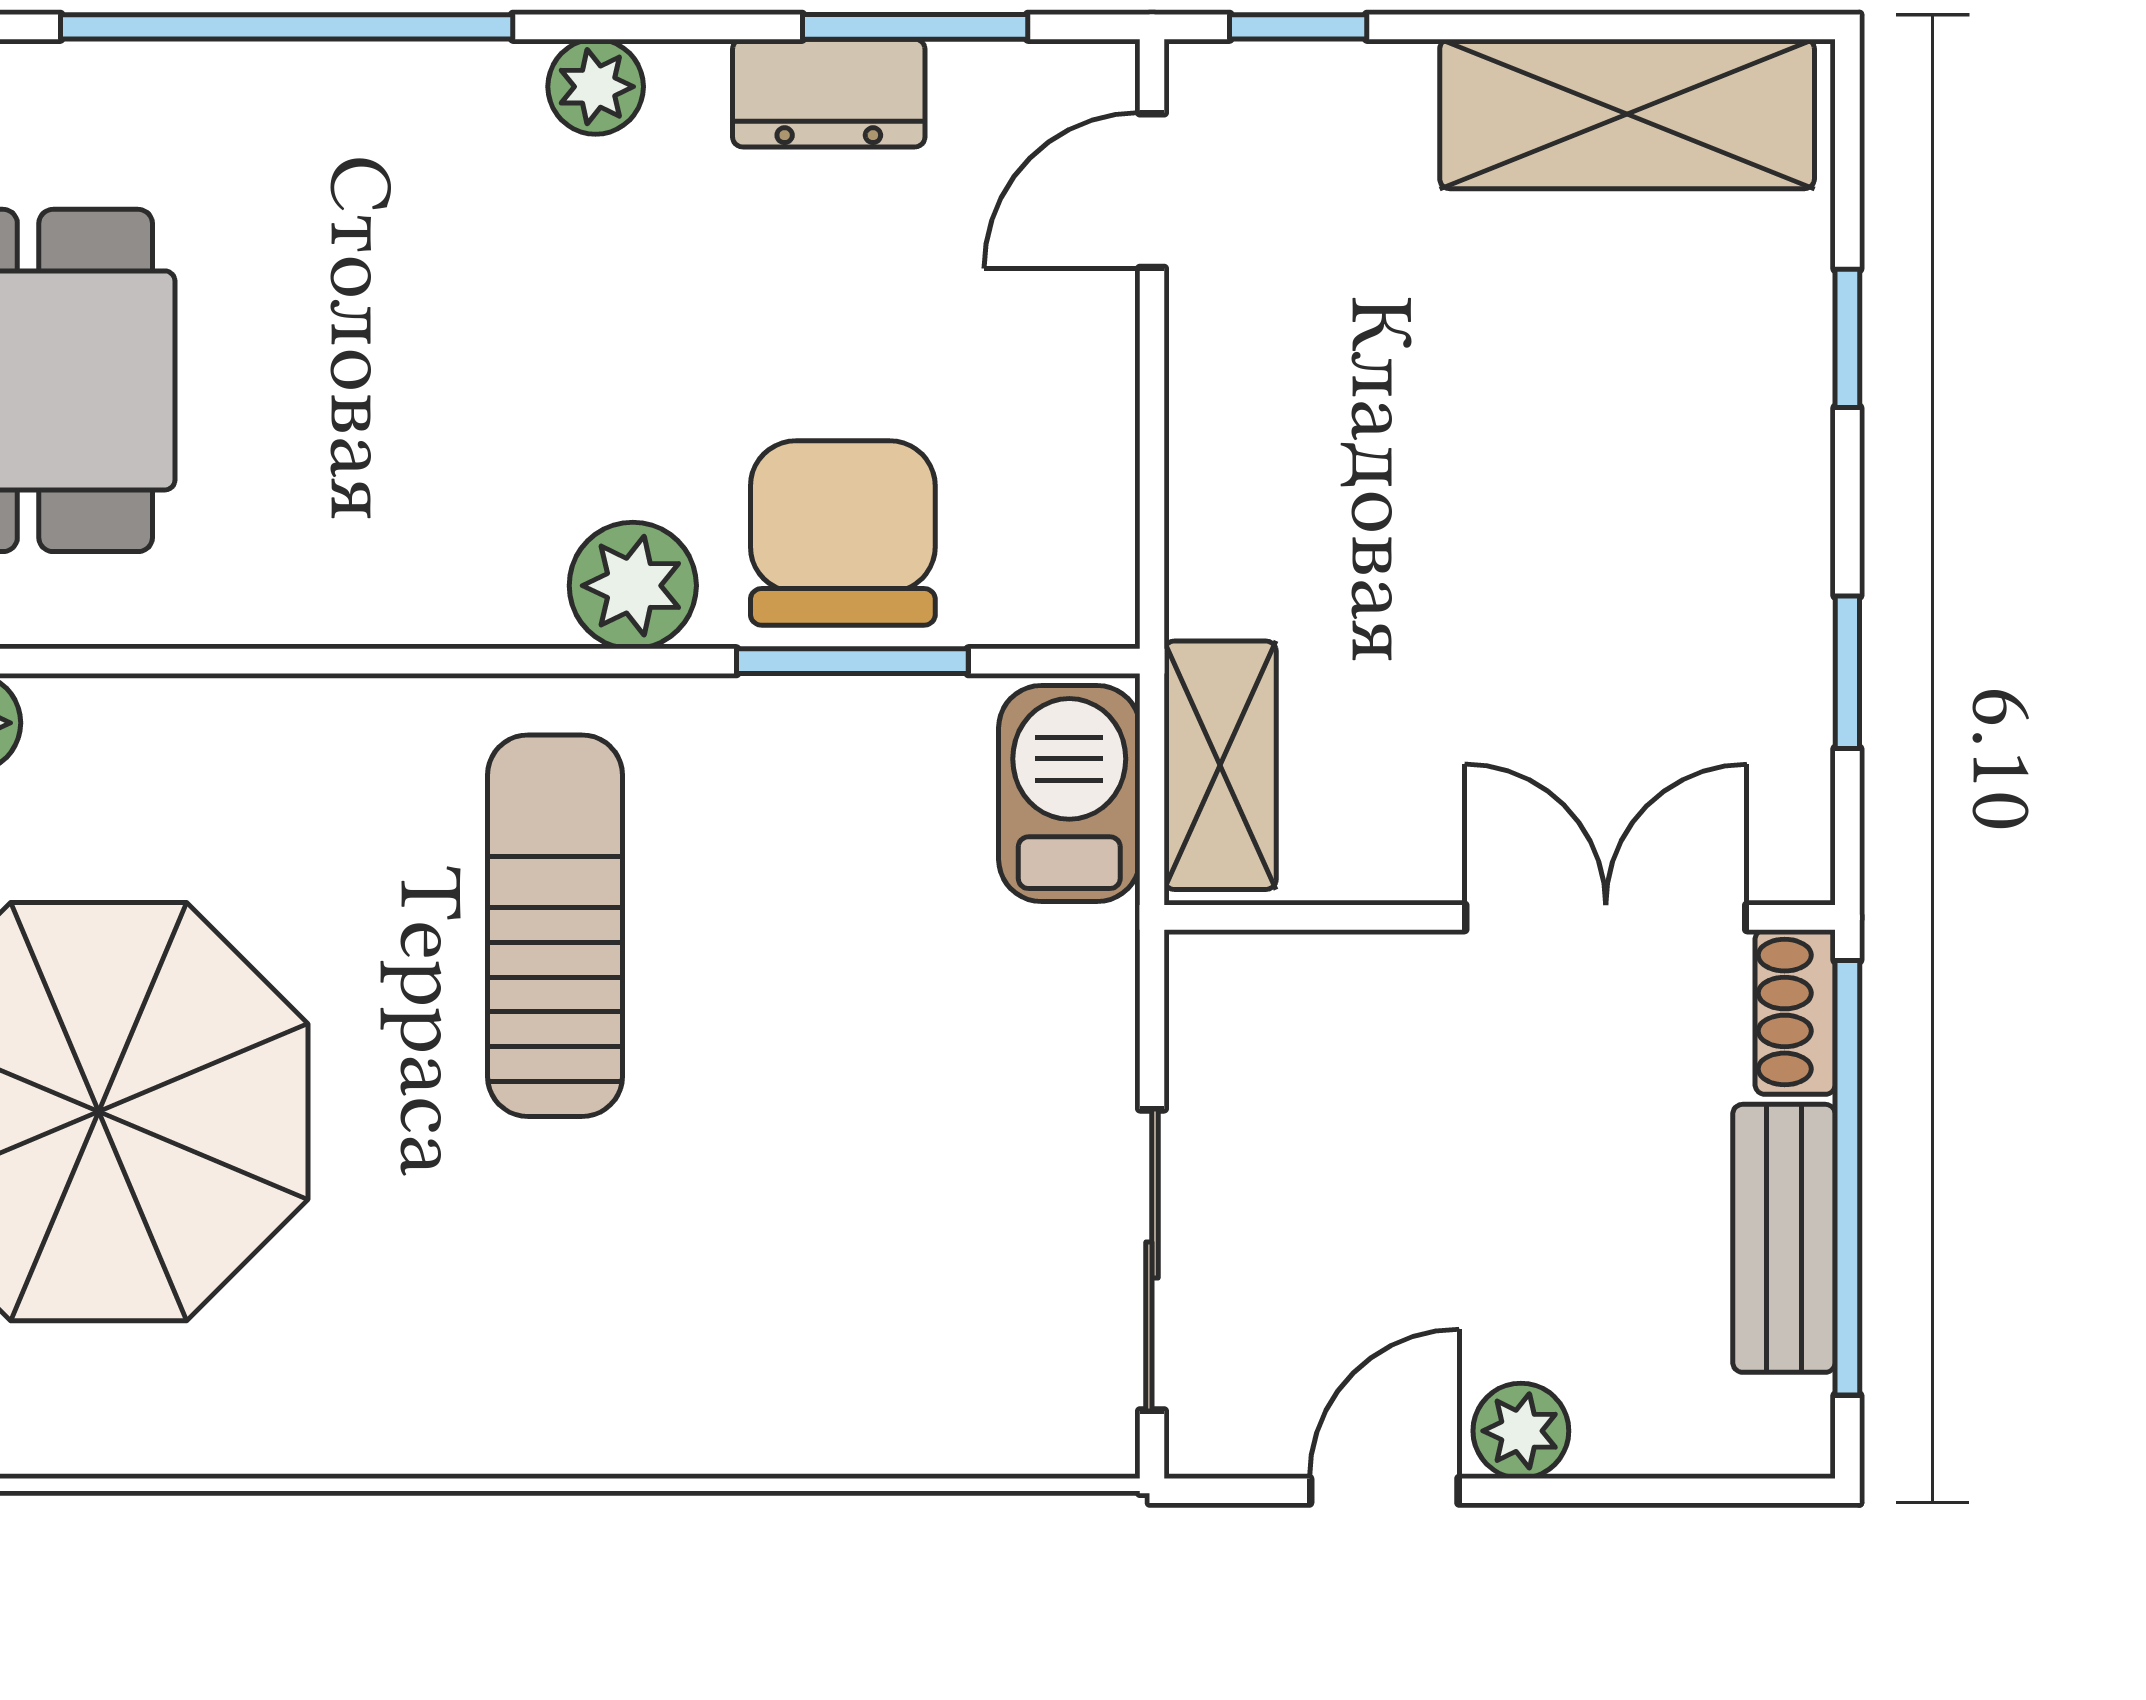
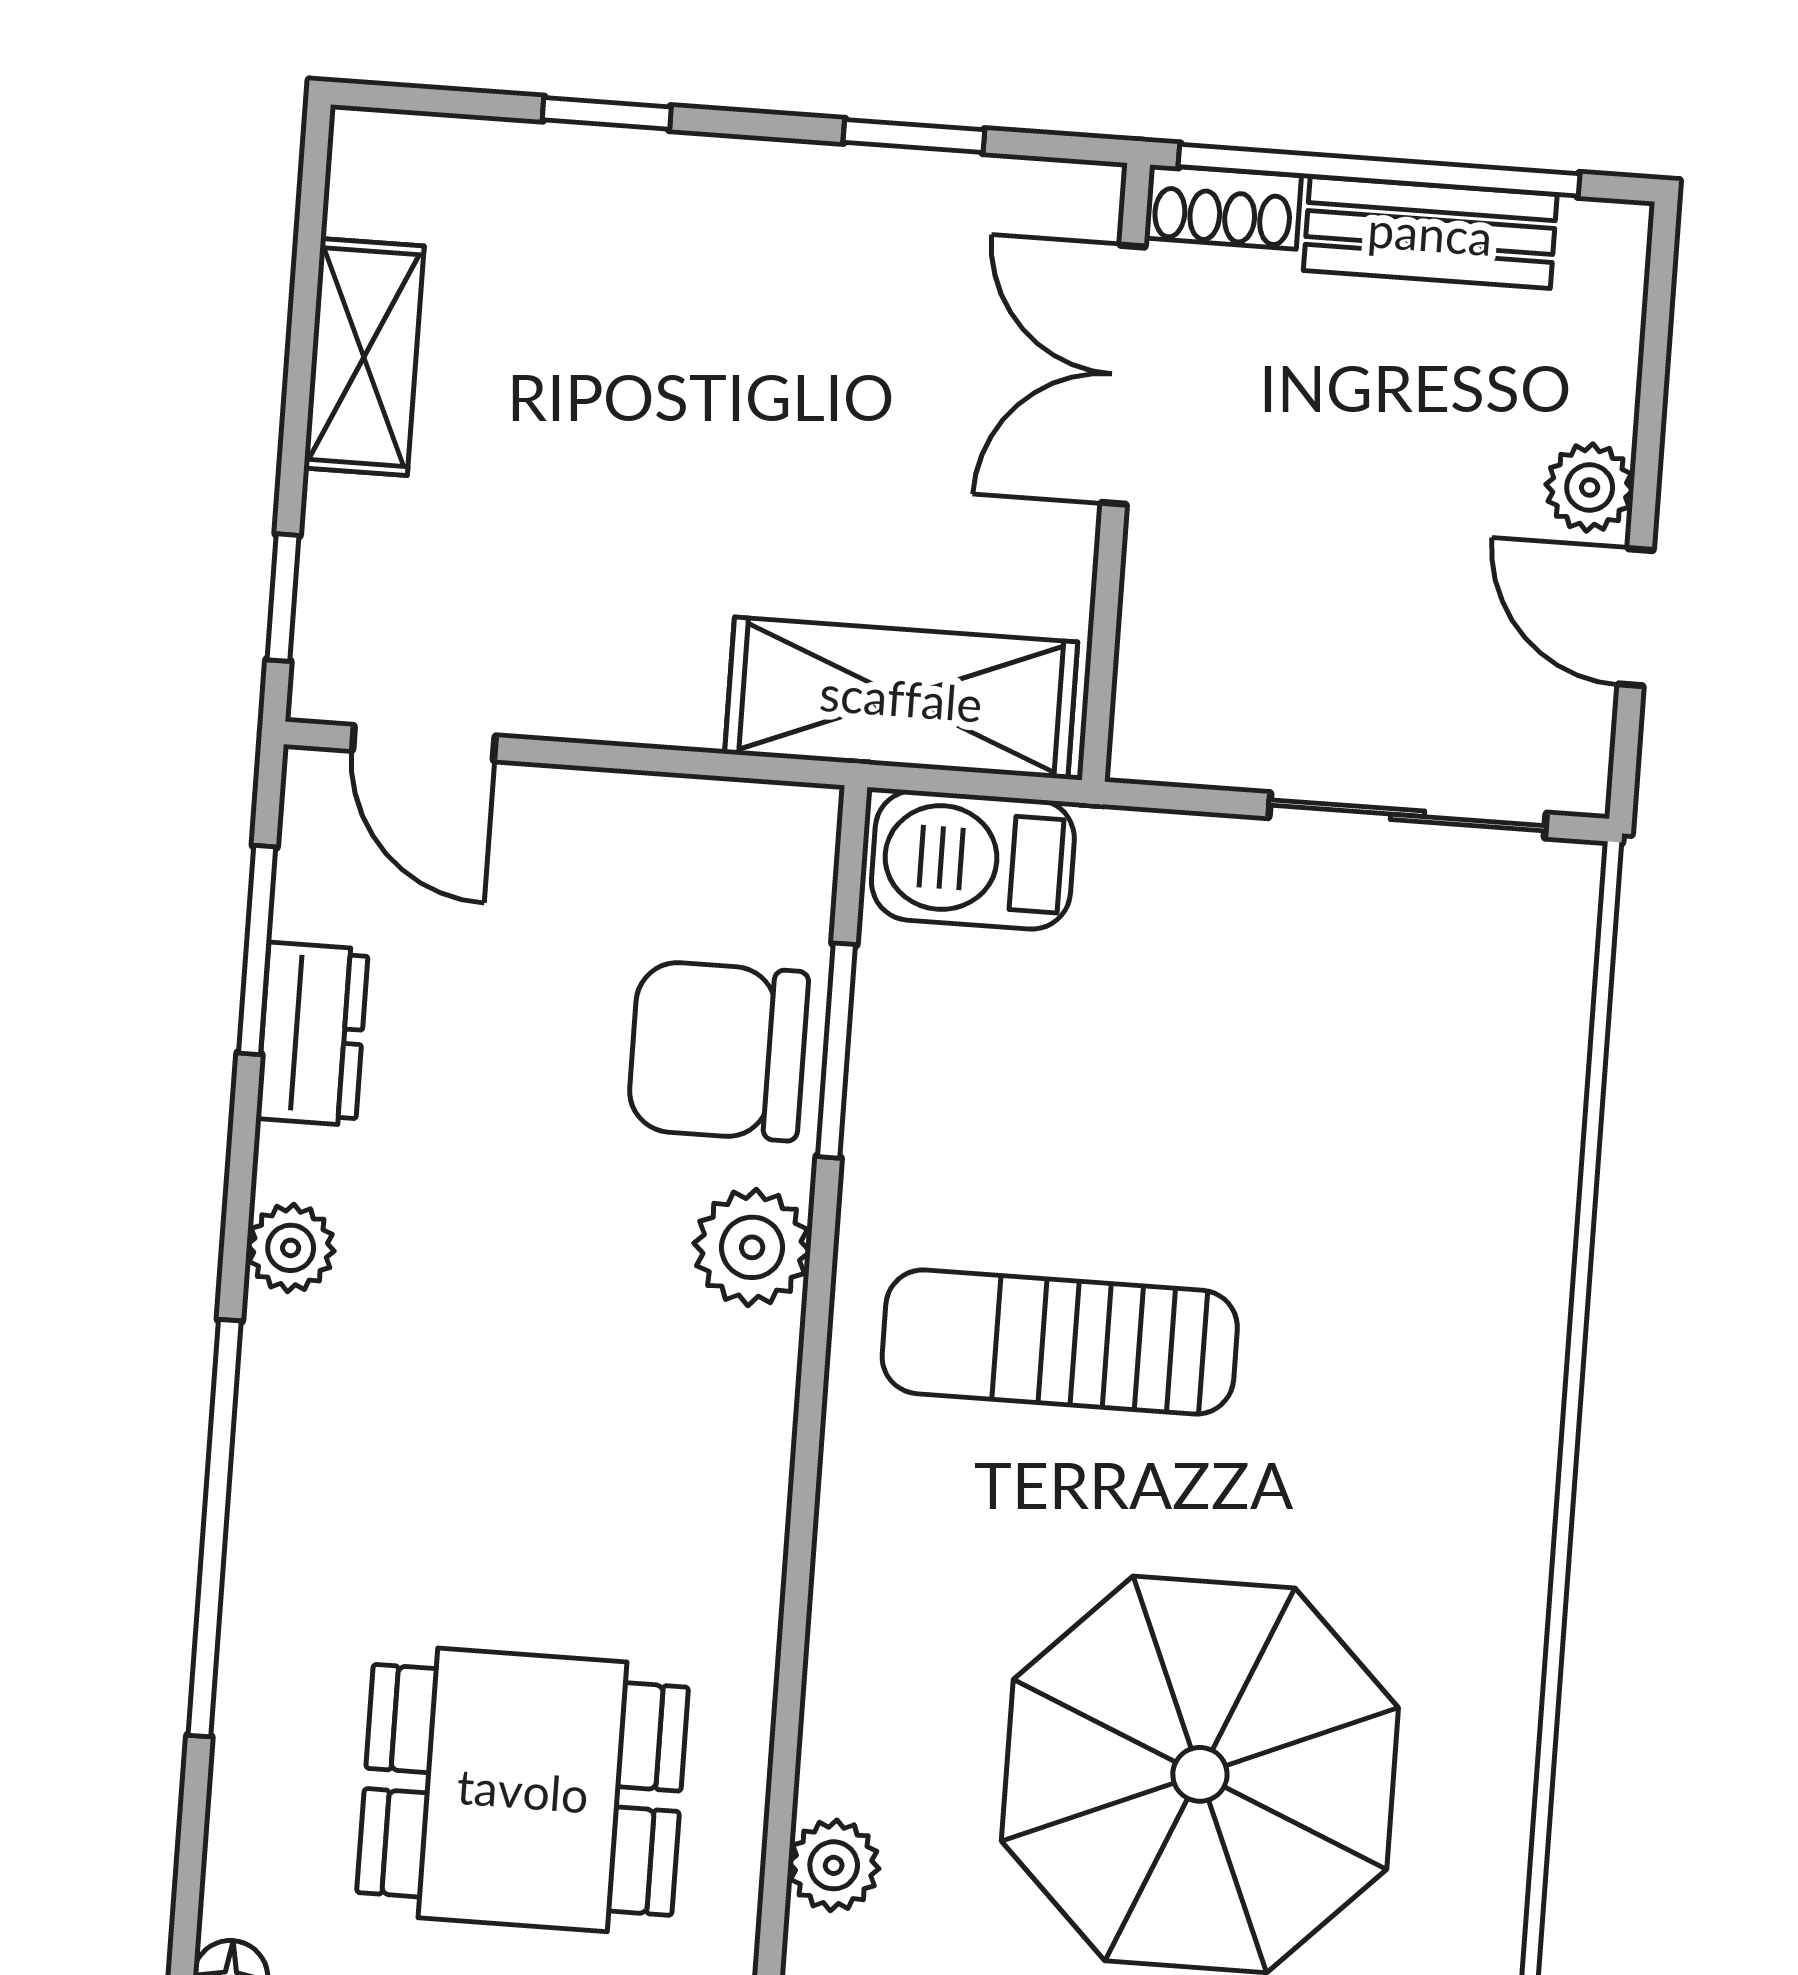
shelving: (1627, 114) -> (364, 357), width x0.67, depth x0.75
shelving: (1220, 765) -> (901, 698), width x1.50, depth x1.33

